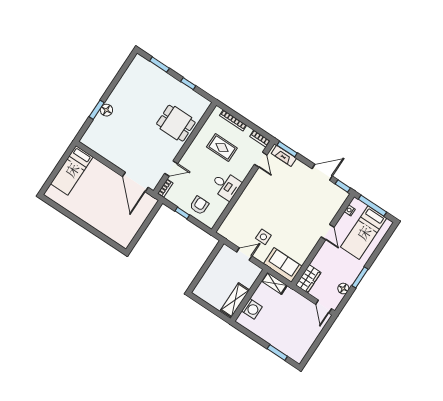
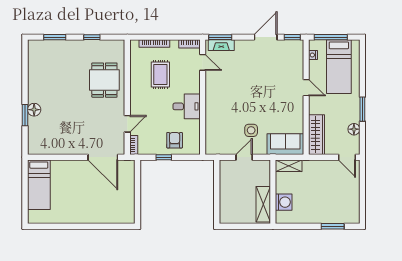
dining table: (176, 123) -> (104, 80), turned 90
rug: (222, 147) -> (160, 75), turned 90
wardrobe: (308, 279) -> (316, 135), width x1.50

